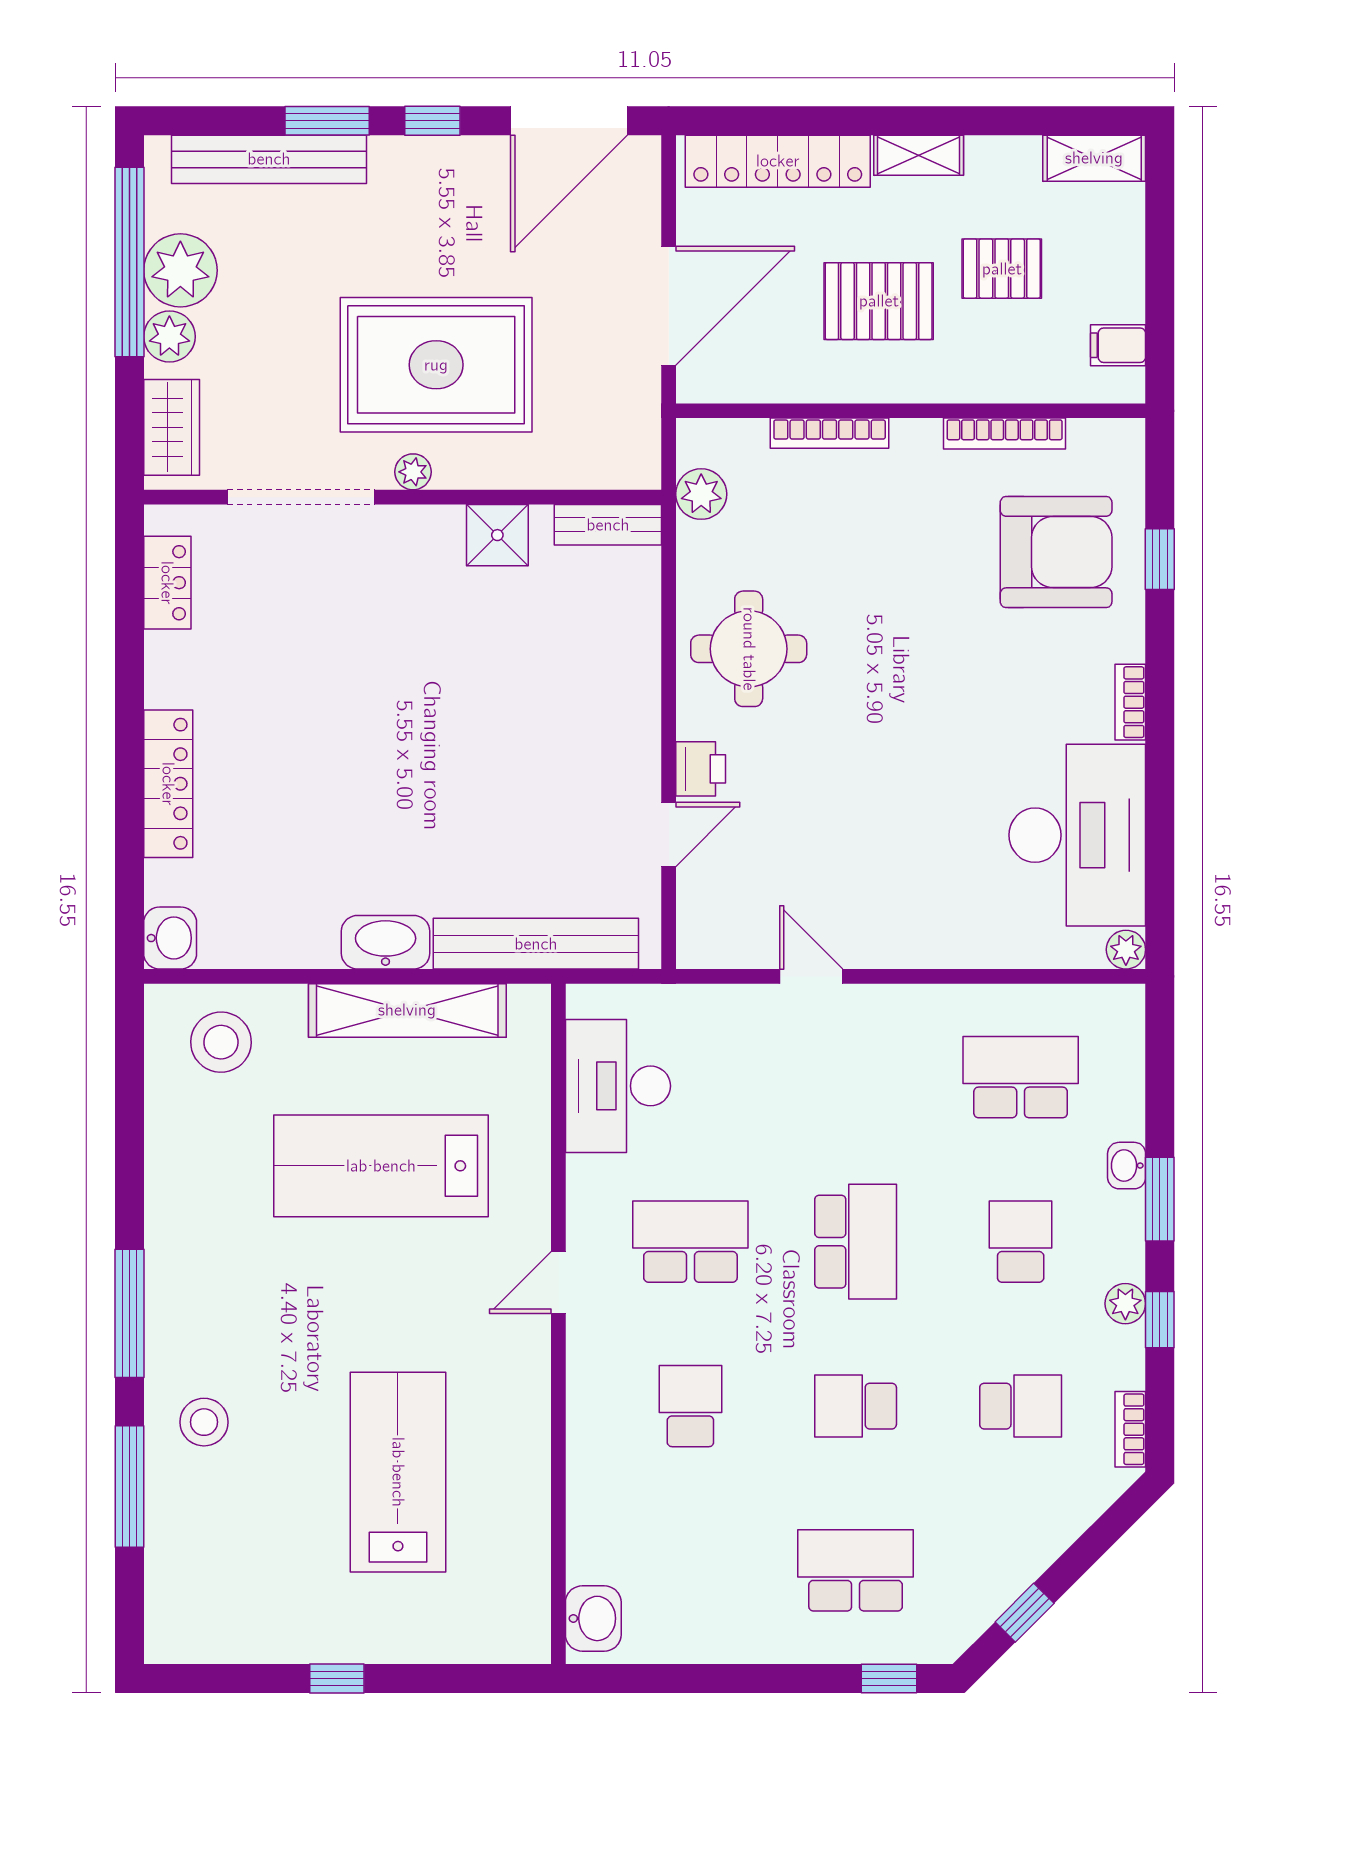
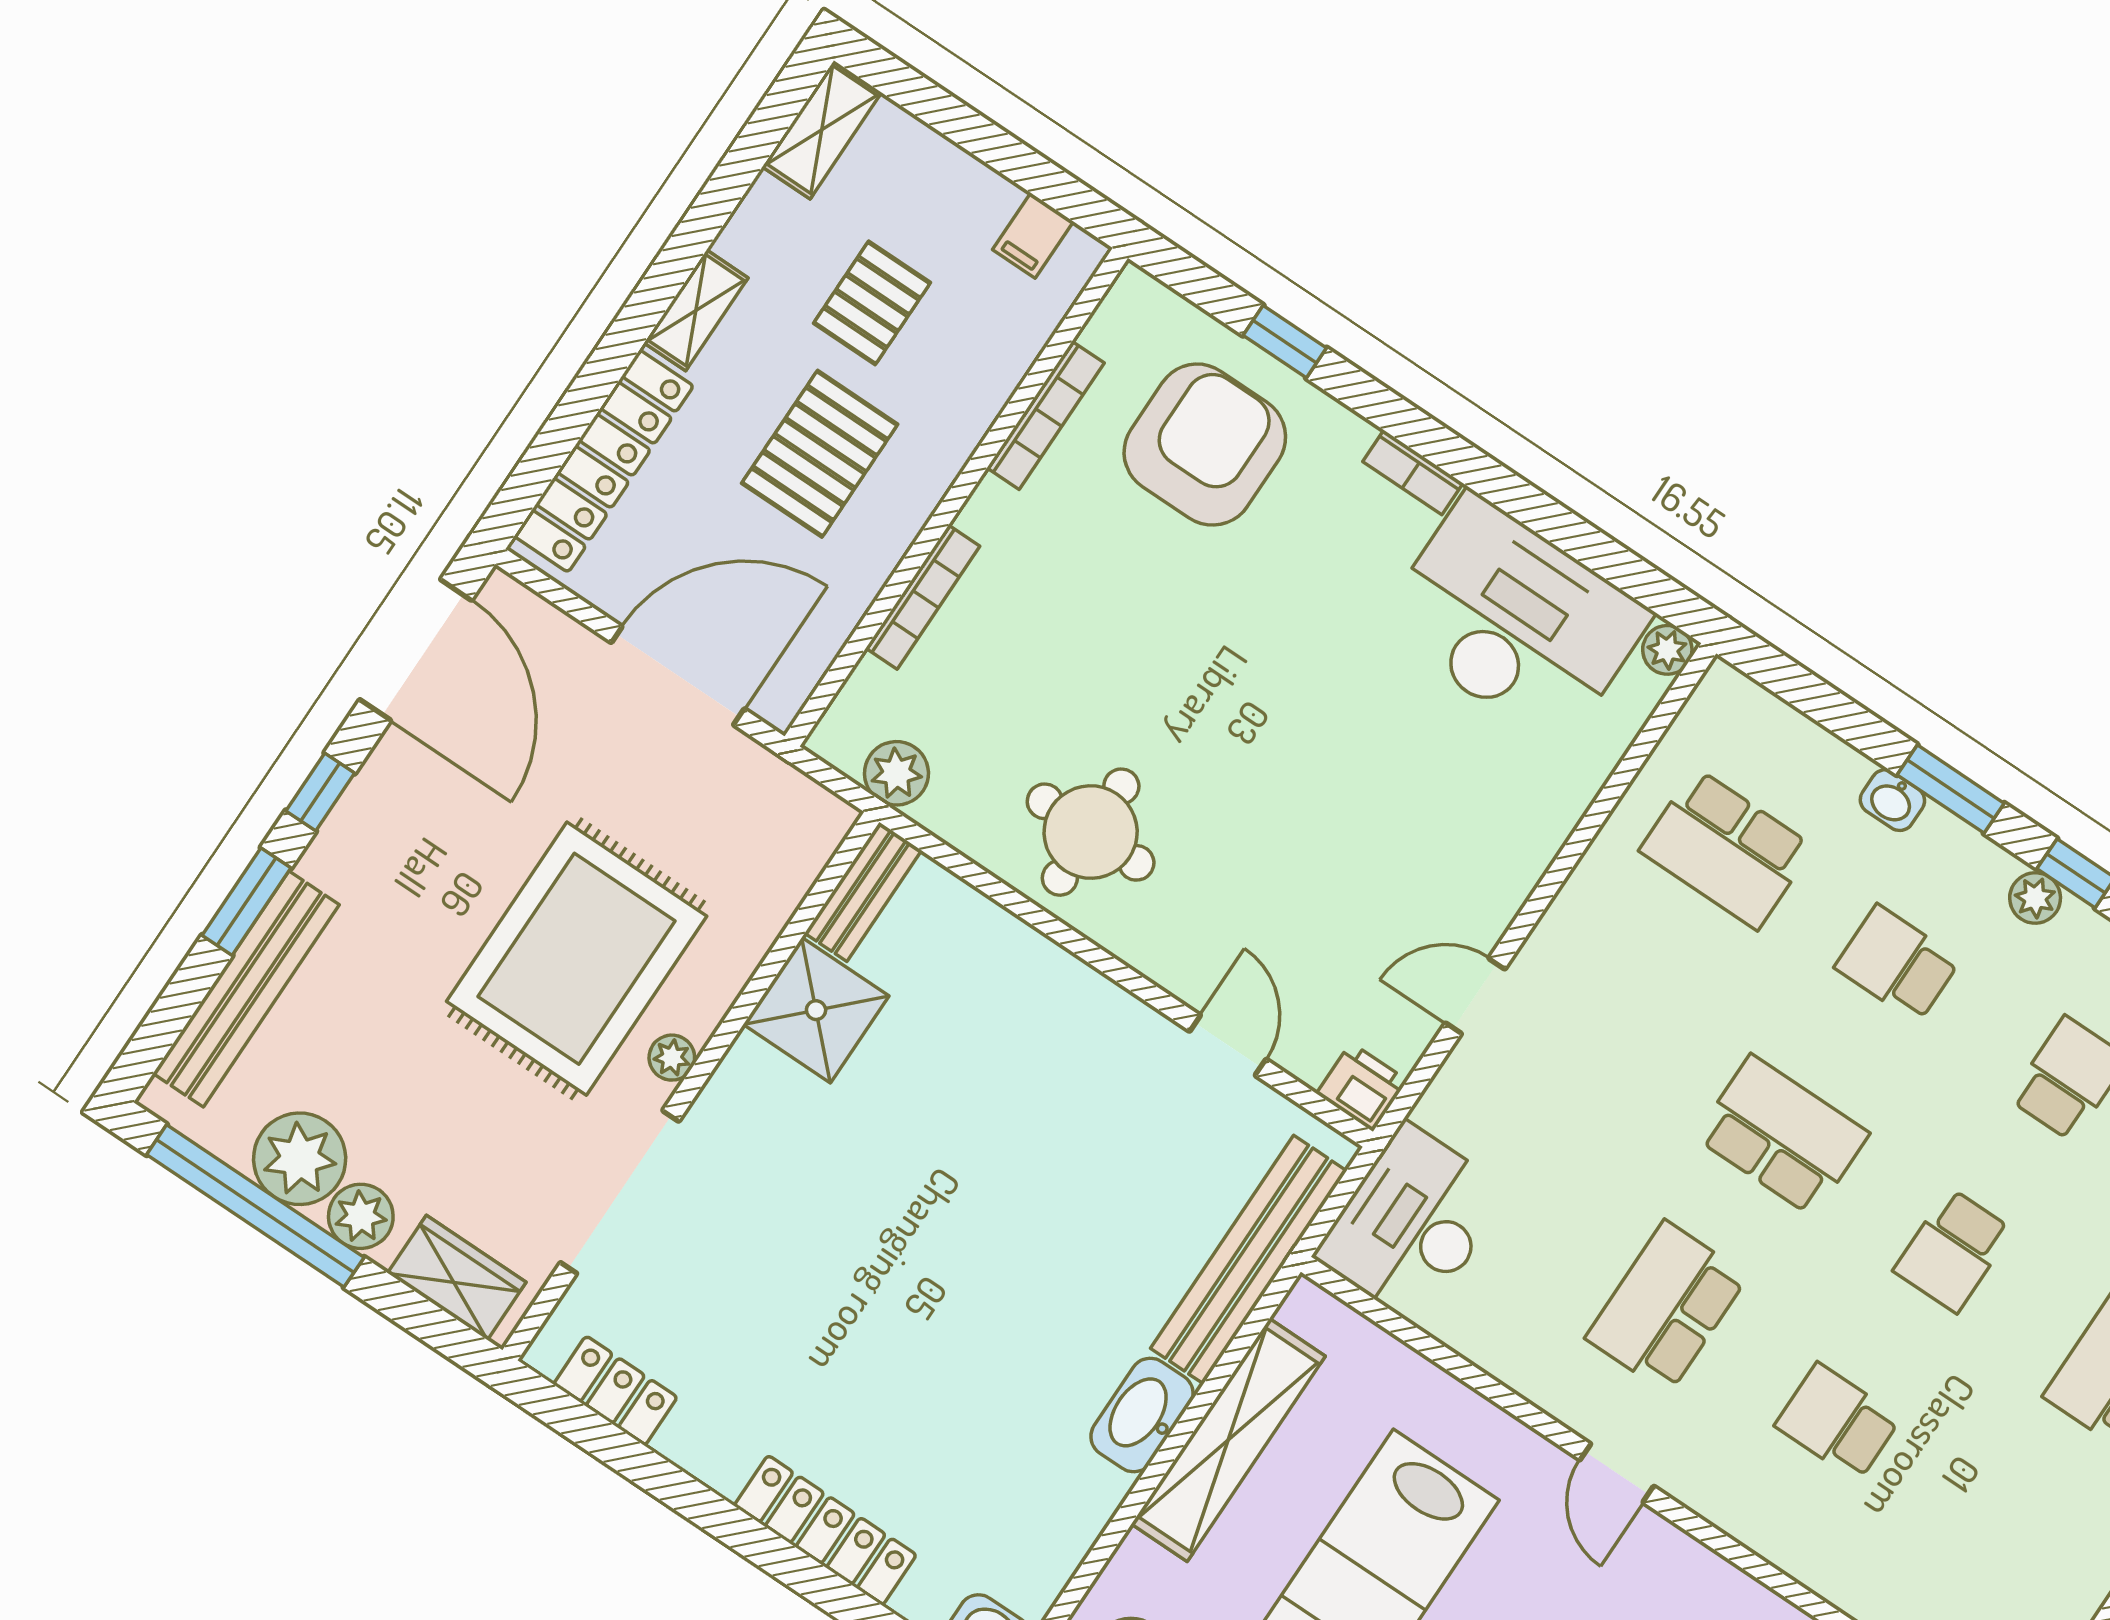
door: (669, 306) -> (678, 676), hinge flipped
shower: (497, 535) -> (816, 1010), width x1.36, depth x1.36
printer: (701, 769) -> (1362, 1087), moved
school desk: (1021, 1077) -> (1726, 849), turned -90
desk: (618, 1086) -> (1412, 1224), moved, turned 90

